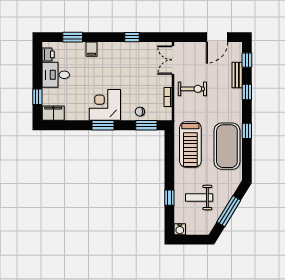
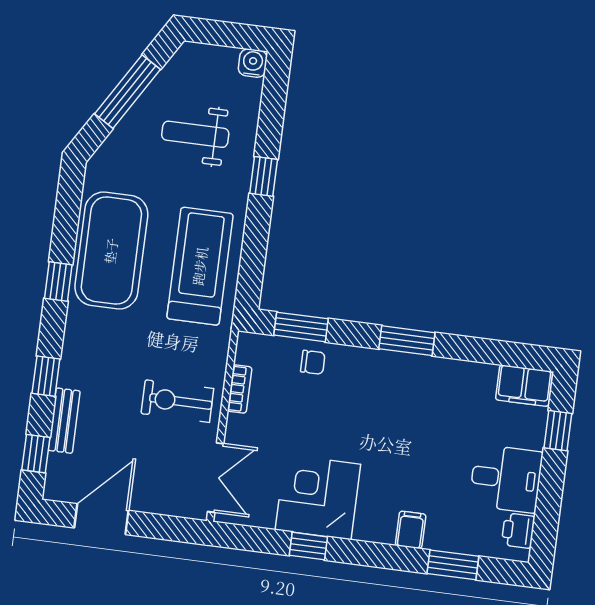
corner desk: (105, 105) -> (318, 497), moved, turned 180
weight bench: (199, 197) -> (195, 134), turned 180
window: (169, 198) -> (264, 176), moved

